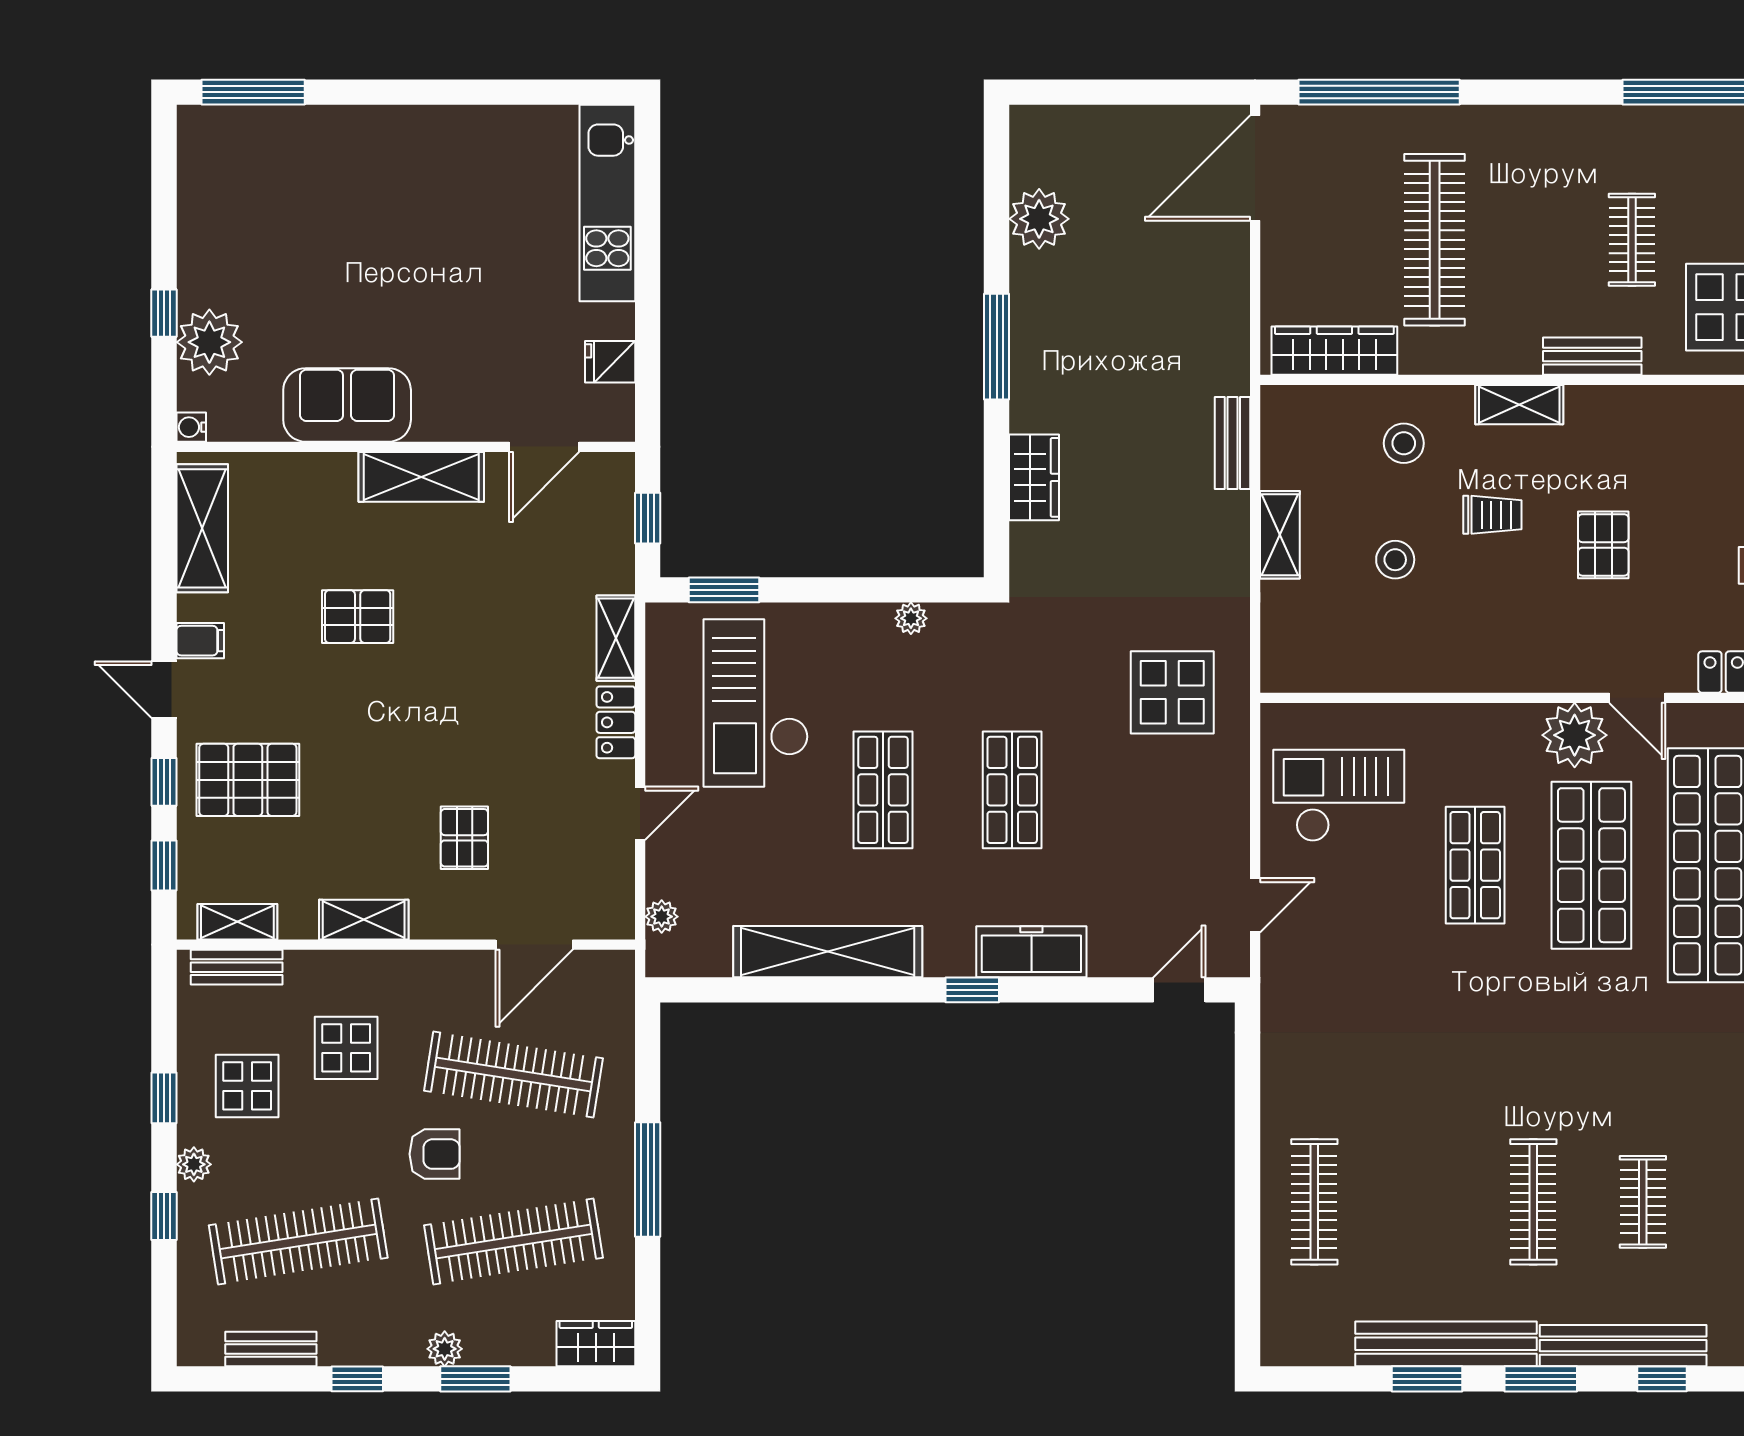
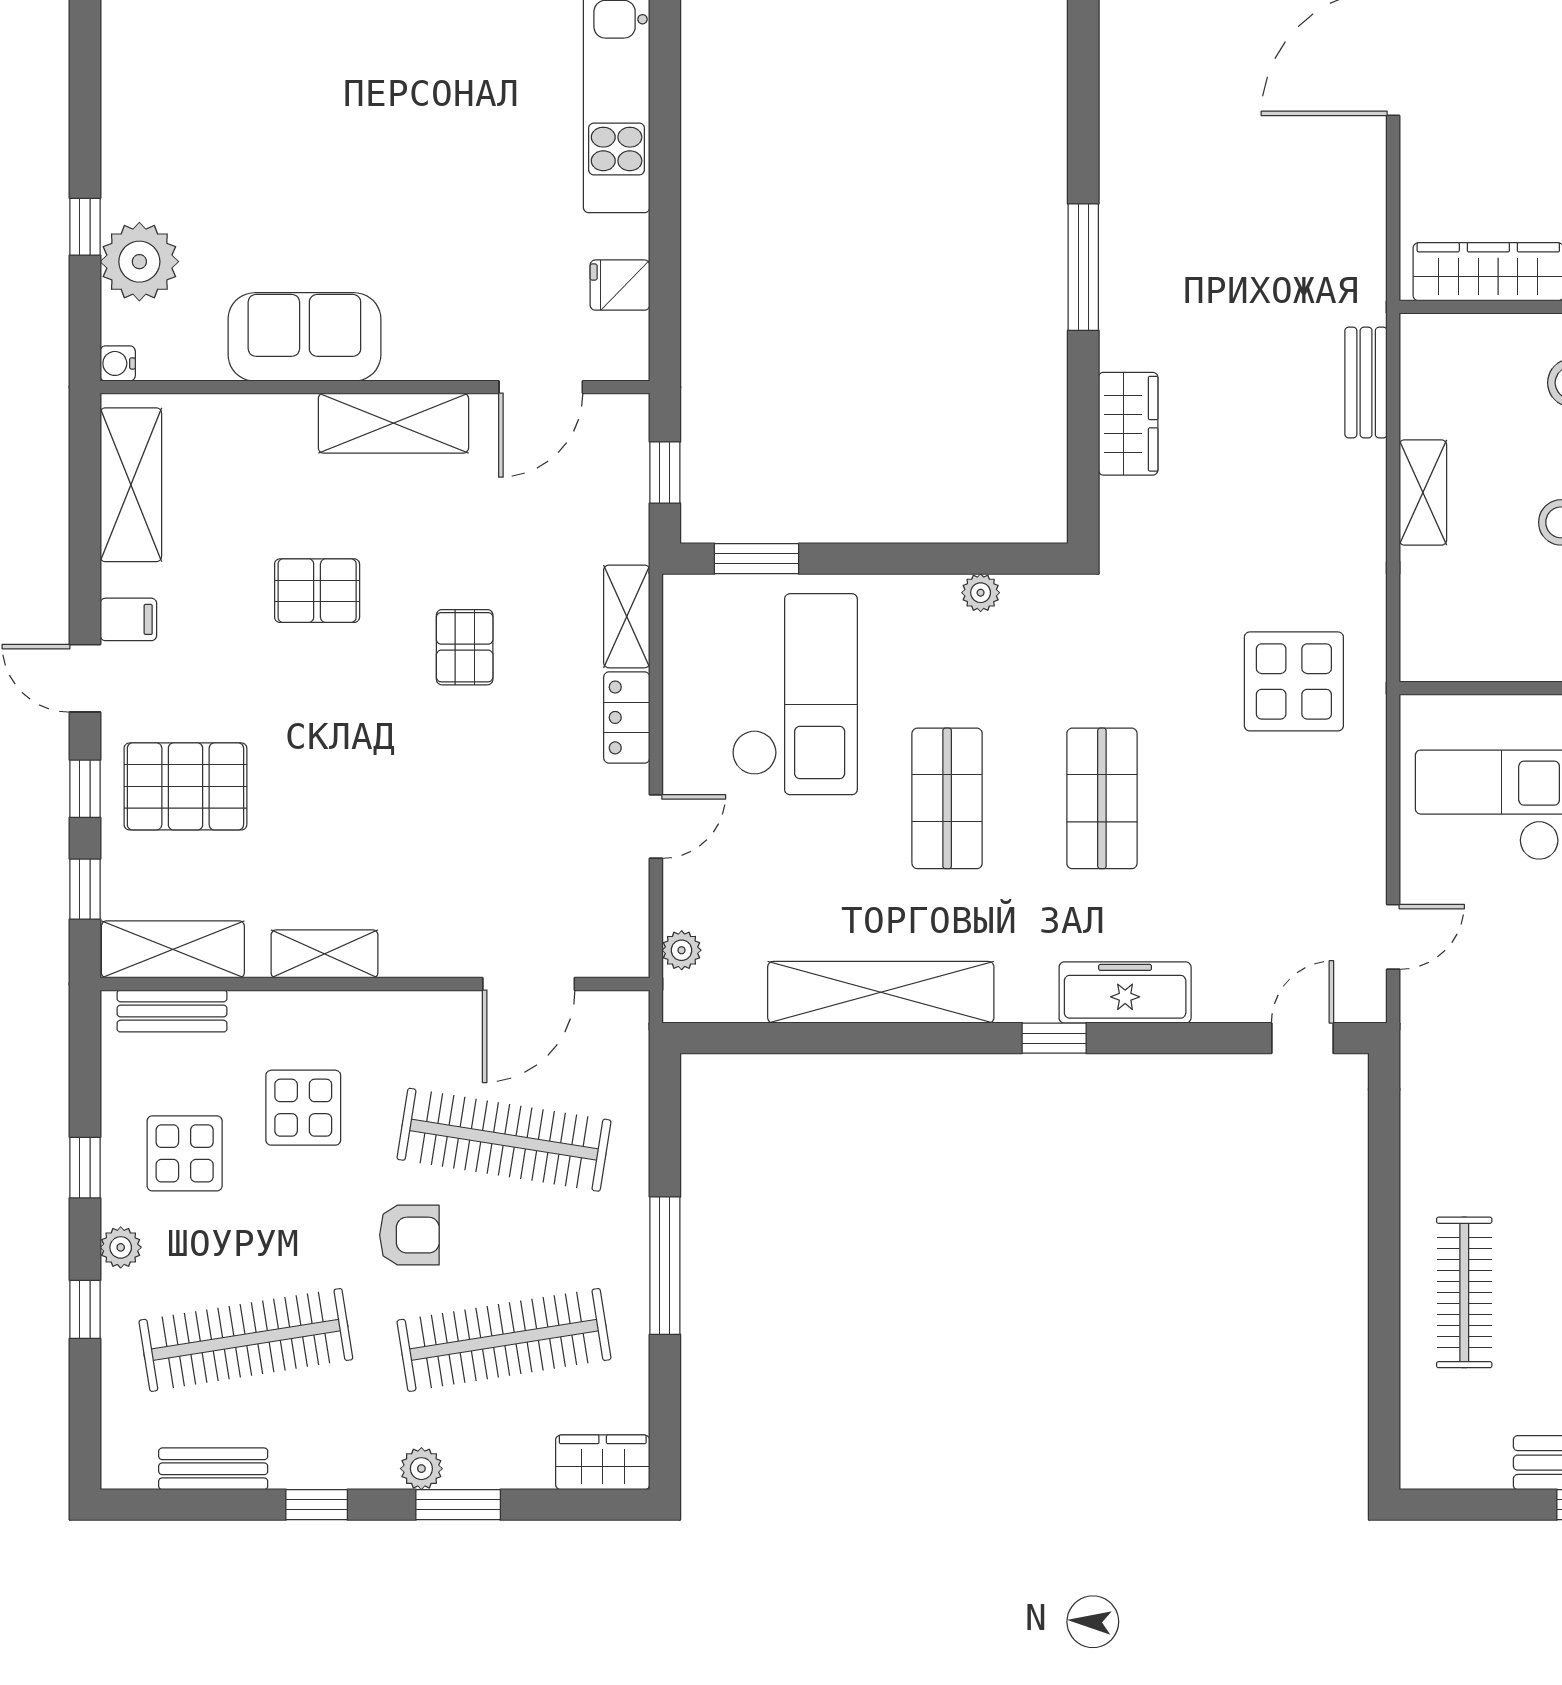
plant: (1039, 219) -> (1134, 114), removed
checkout: (756, 703) -> (795, 694), turned 180
pallet: (464, 838) -> (465, 647), moved
shelving: (237, 922) -> (173, 949), width x1.50, depth x1.33

